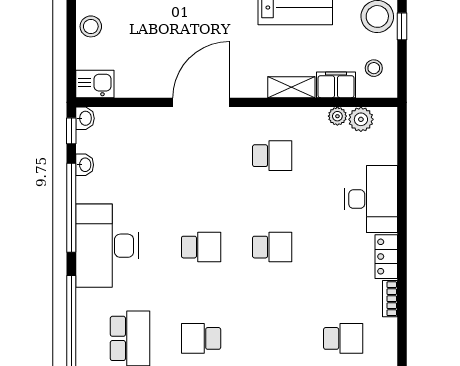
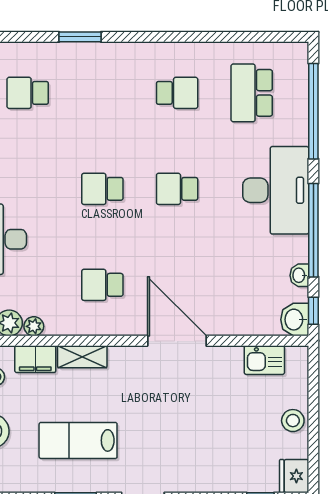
kitchen sink: (95, 84) -> (264, 360), moved
door: (201, 102) -> (177, 341), swing flipped
washbasin: (85, 118) -> (295, 320), width x1.38, depth x1.45

